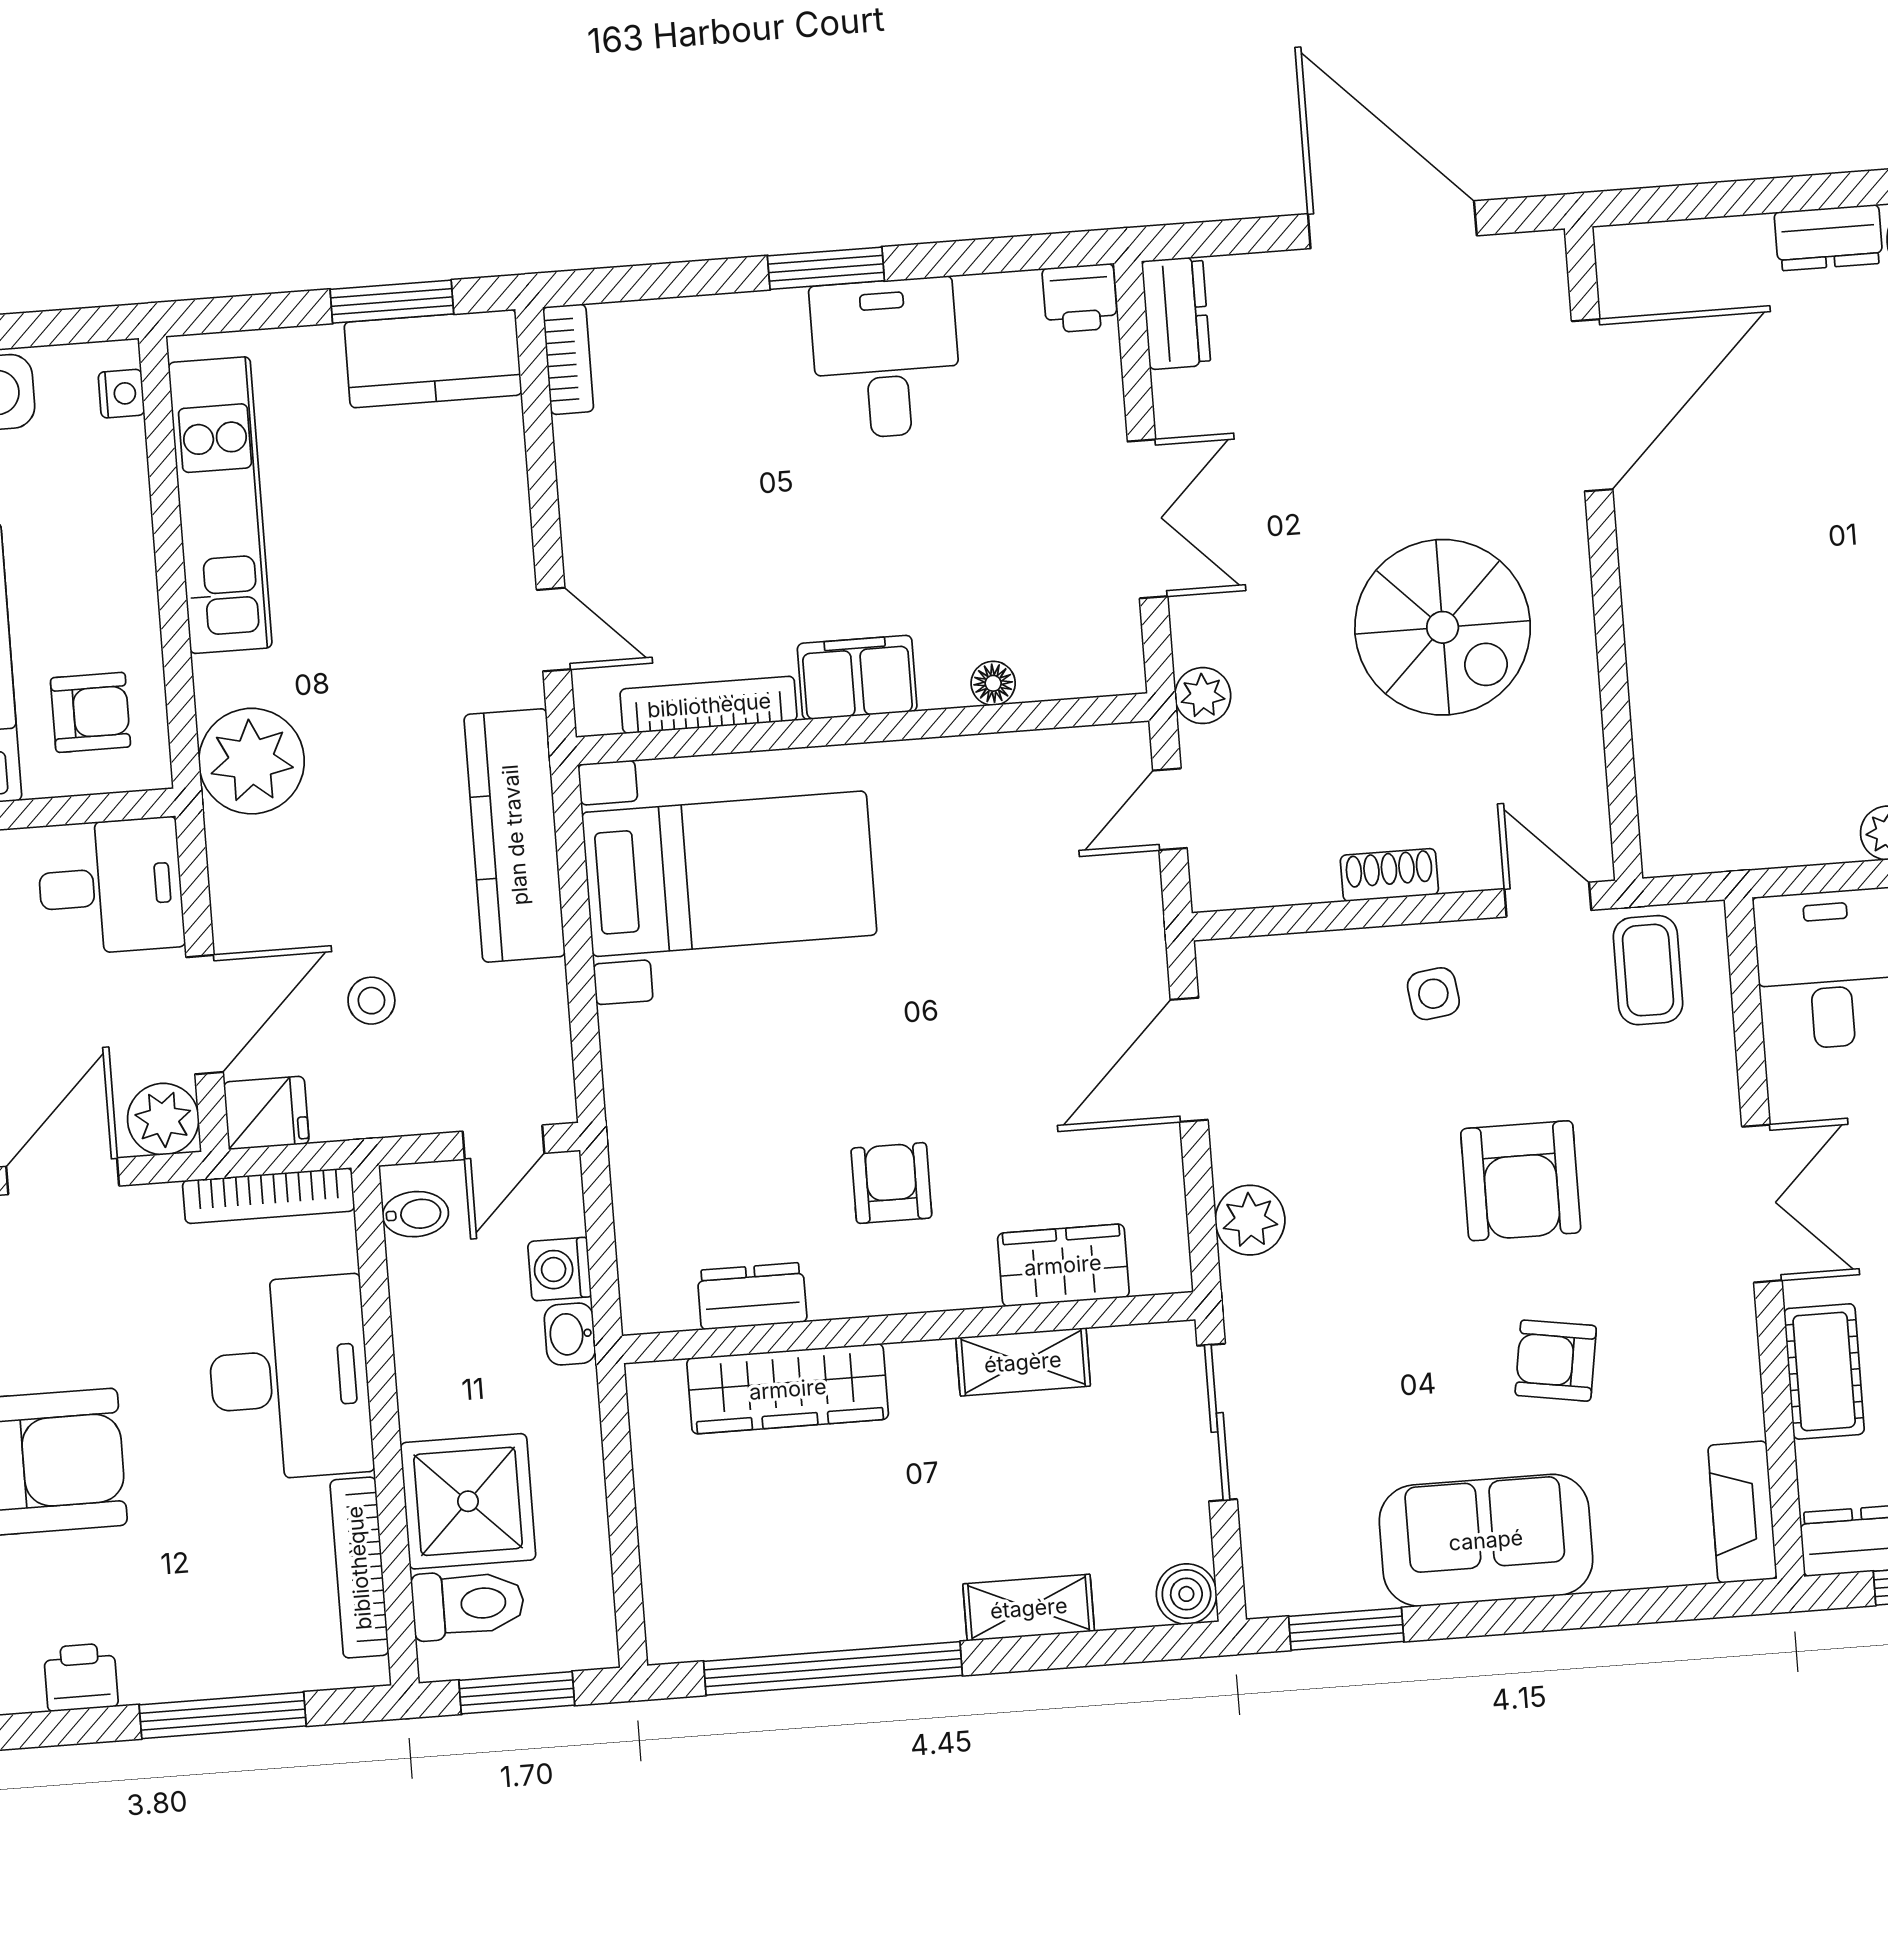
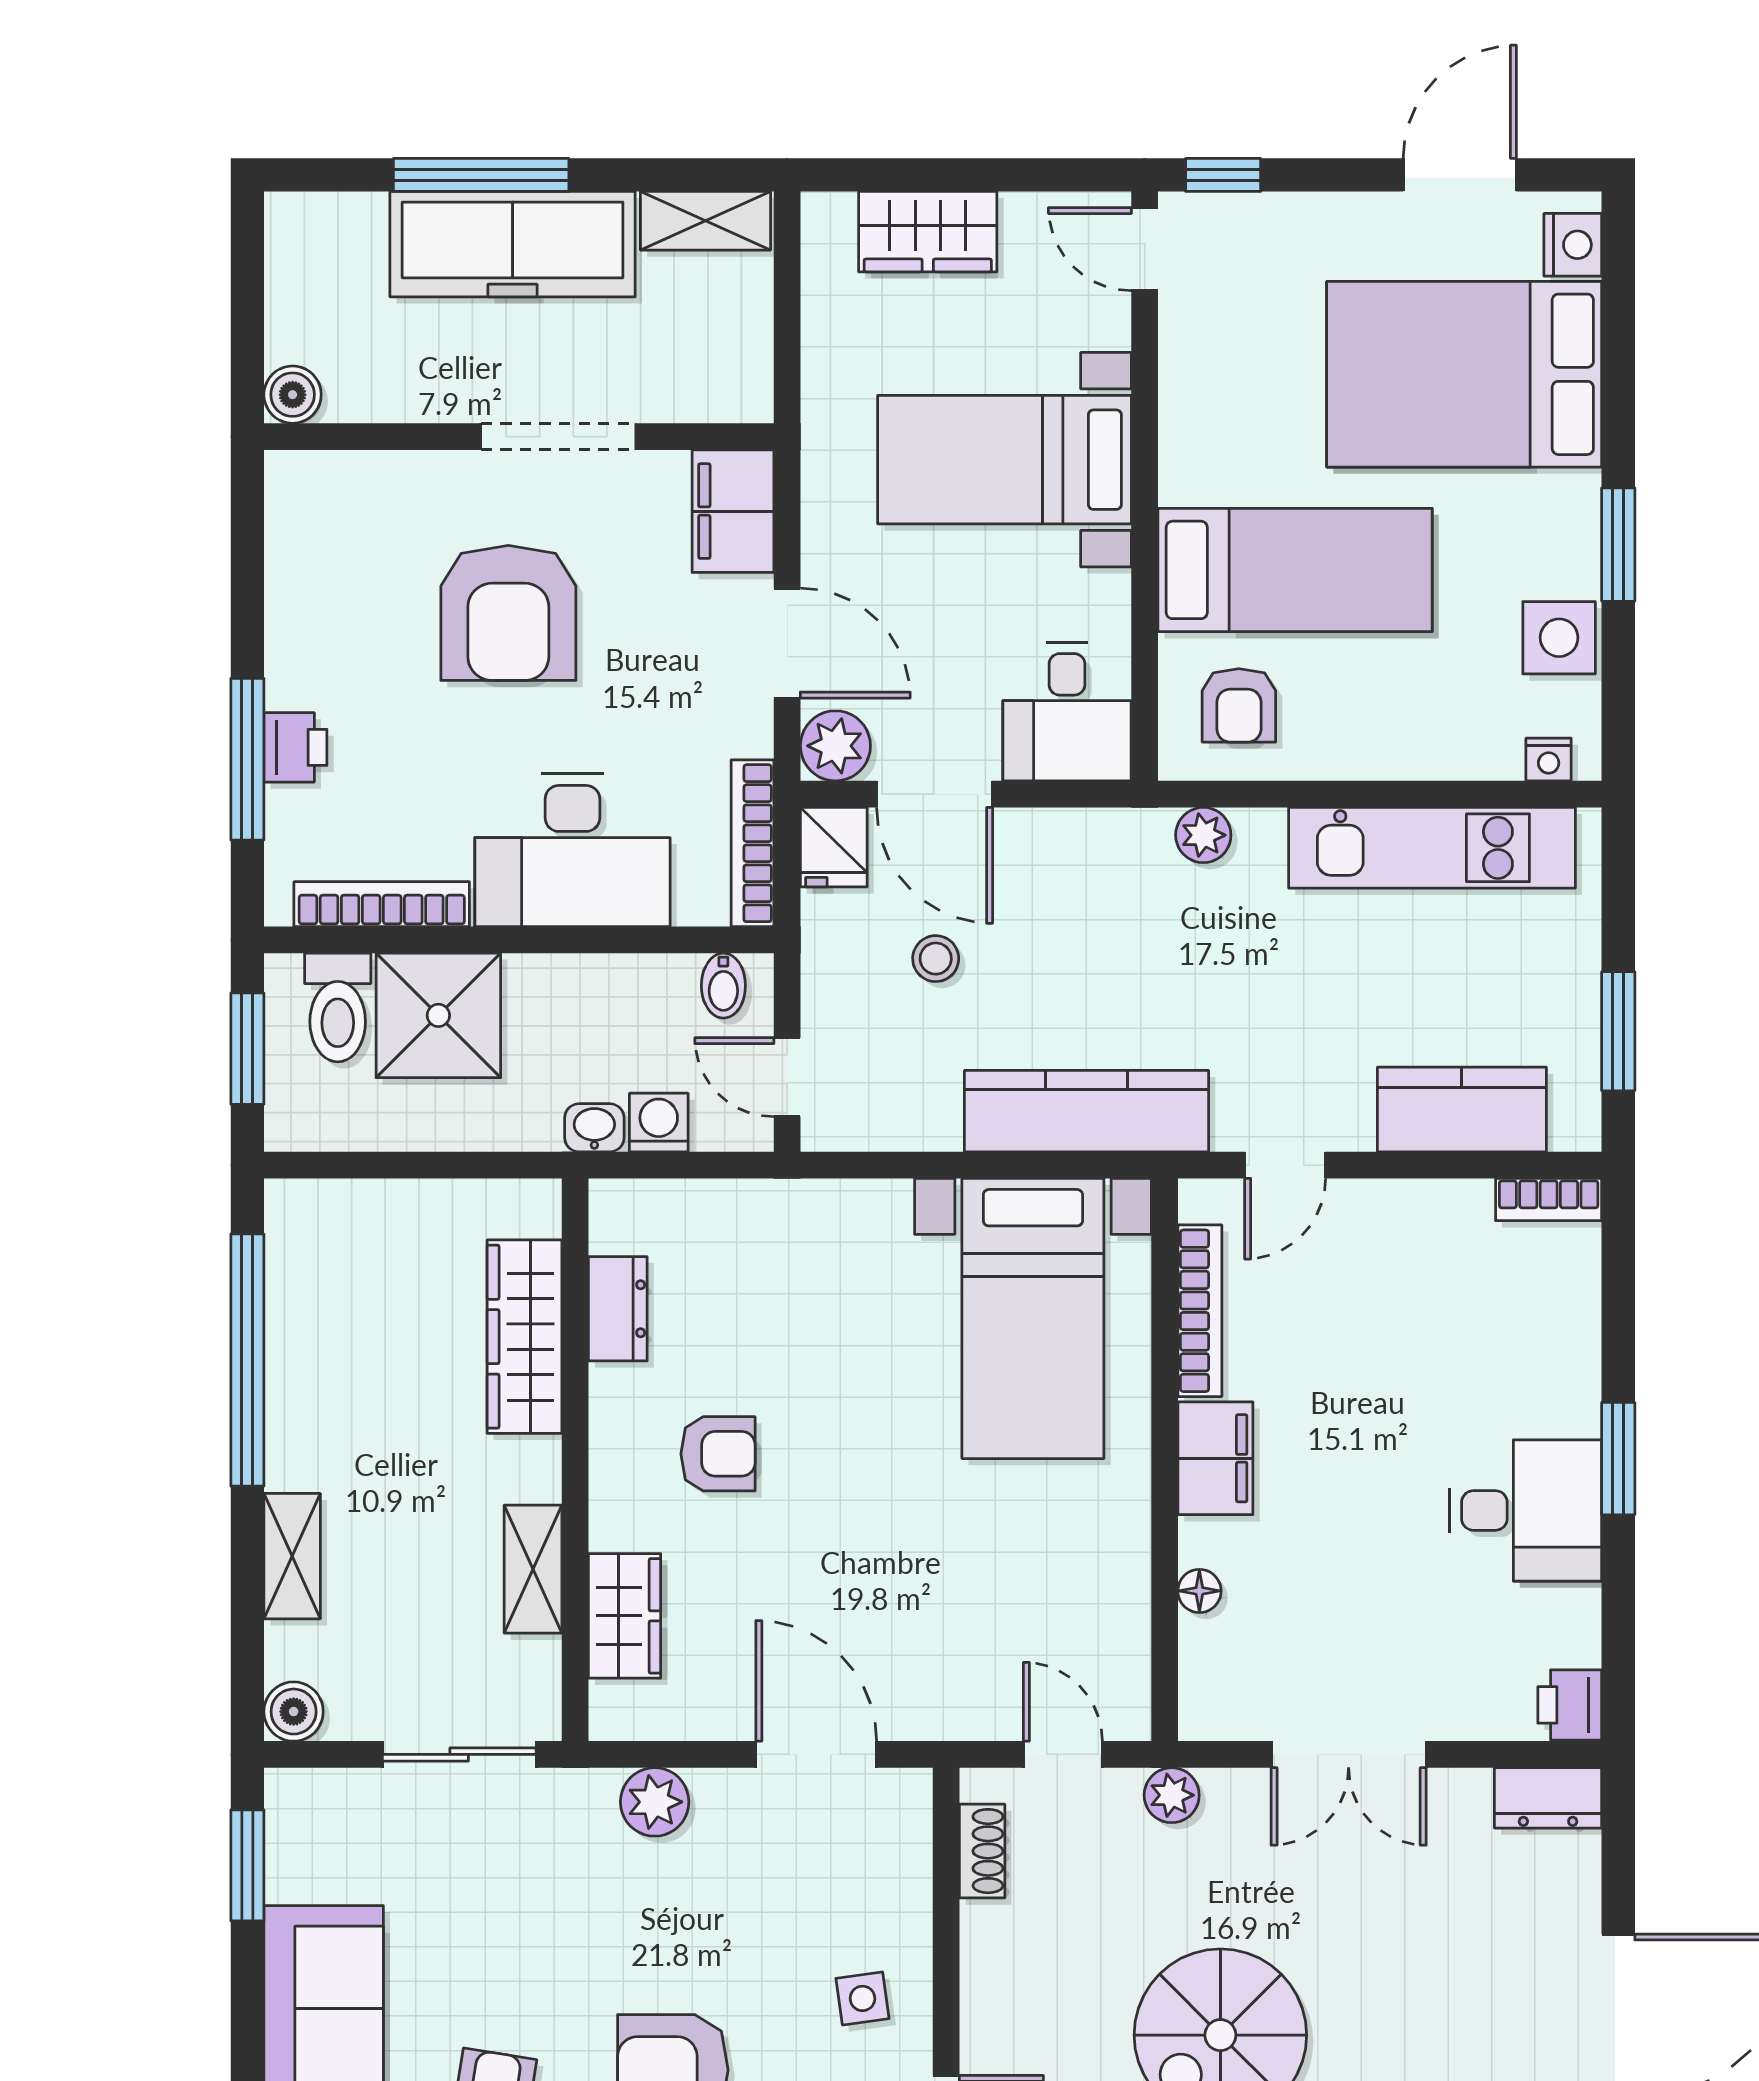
kitchen counter: (433, 359) -> (1462, 1109), moved, turned 90
plant: (252, 761) -> (1203, 835), width x0.53, depth x0.53
shoe rack: (1389, 875) -> (982, 1851), moved
printer: (81, 1677) -> (295, 747), moved

